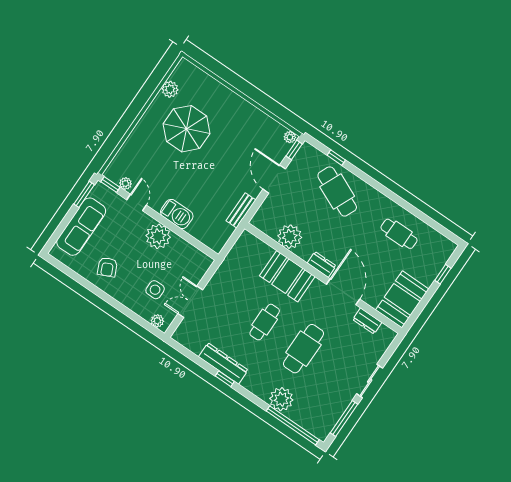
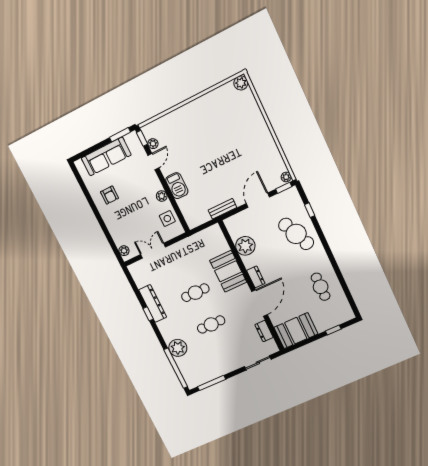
plant: (170, 89) -> (241, 83), moved
parasol: (187, 129) -> (217, 129), removed
cafe table: (337, 191) -> (296, 234), turned -48
plant: (158, 236) -> (162, 196), width x0.53, depth x0.53
armchair: (107, 267) -> (109, 195), turned -65
side table: (155, 290) -> (167, 219), moved
cafe table: (303, 349) -> (211, 324), width x0.73, depth x0.74
sliding door: (370, 381) -> (258, 363), moved

